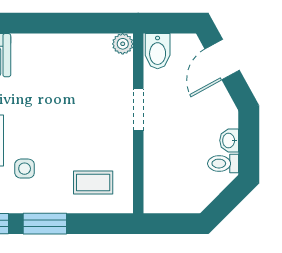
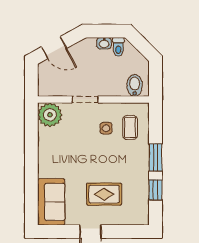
plant: (123, 44) -> (50, 115), width x1.88, depth x1.88
bidet: (158, 51) -> (135, 85), moved, turned -90
side table: (25, 169) -> (106, 128), moved

